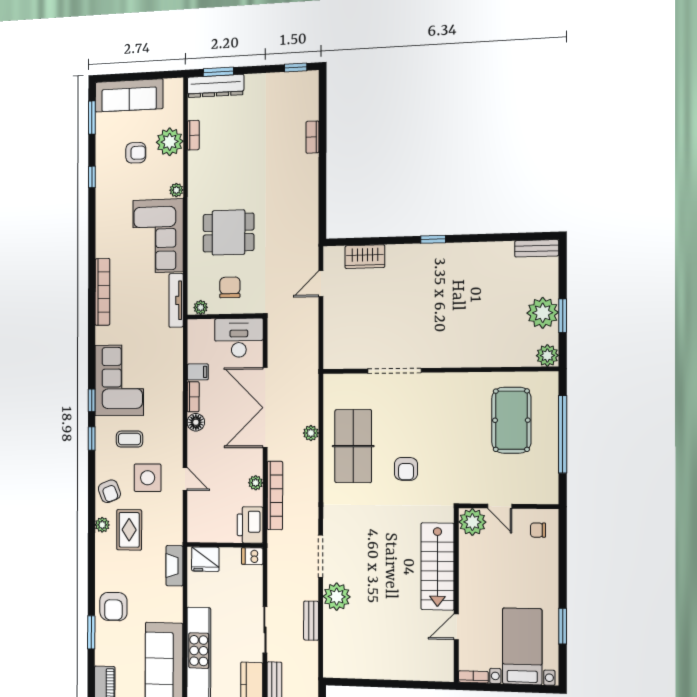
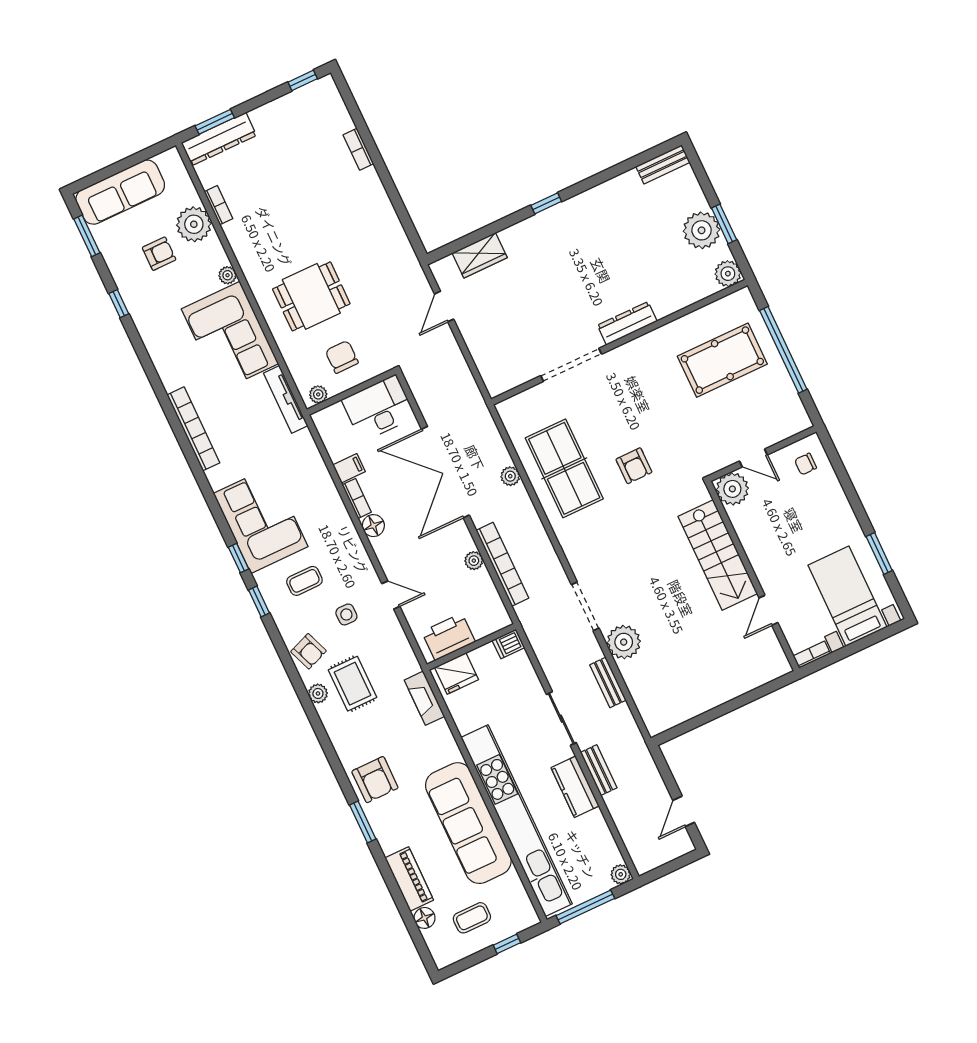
dresser: (452, 359) -> (627, 323), added
pool table: (511, 420) -> (722, 360), turned 90
side table: (148, 478) -> (346, 614), width x0.54, depth x0.54
printer: (250, 525) -> (449, 637), moved, turned 90

